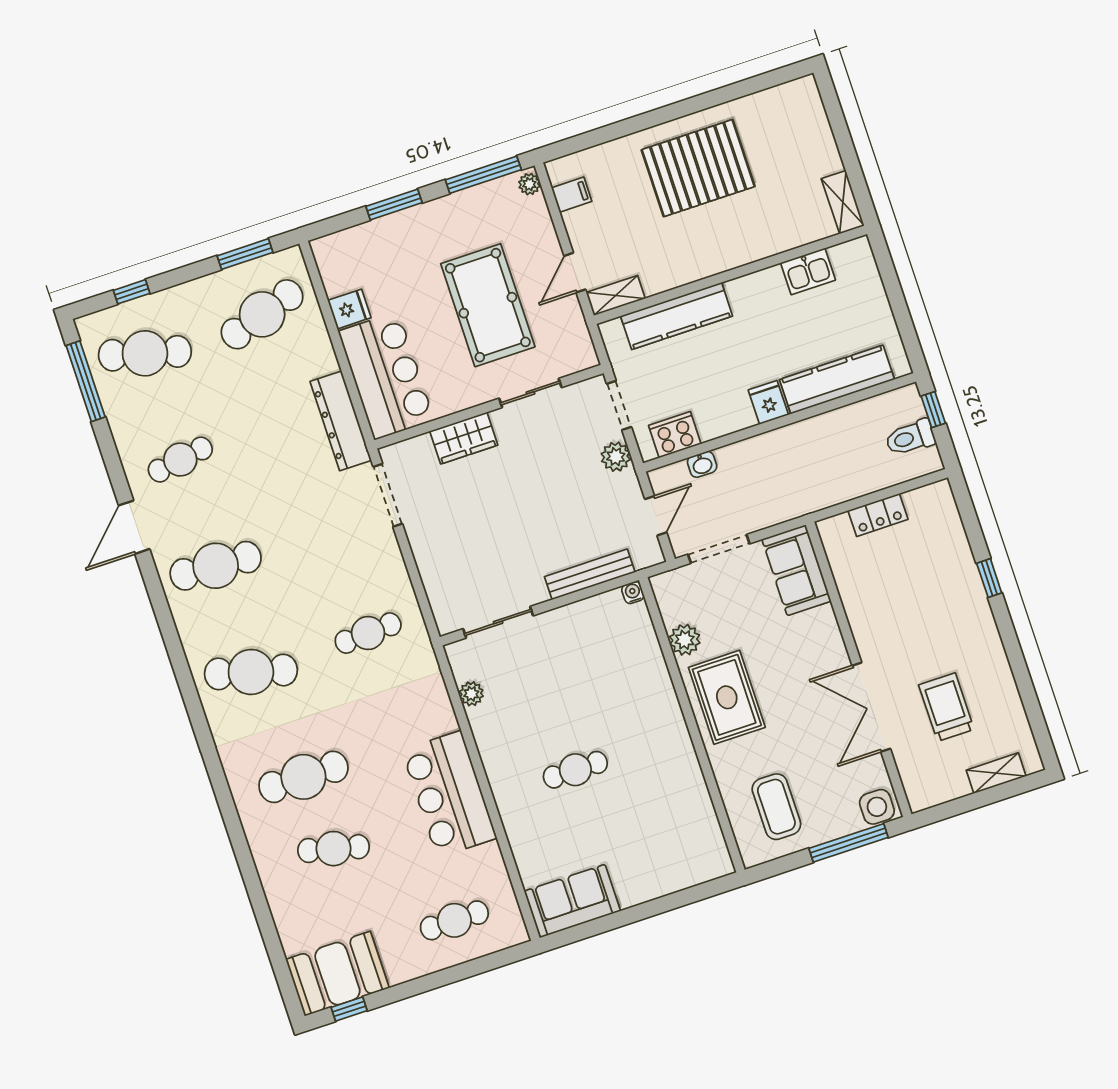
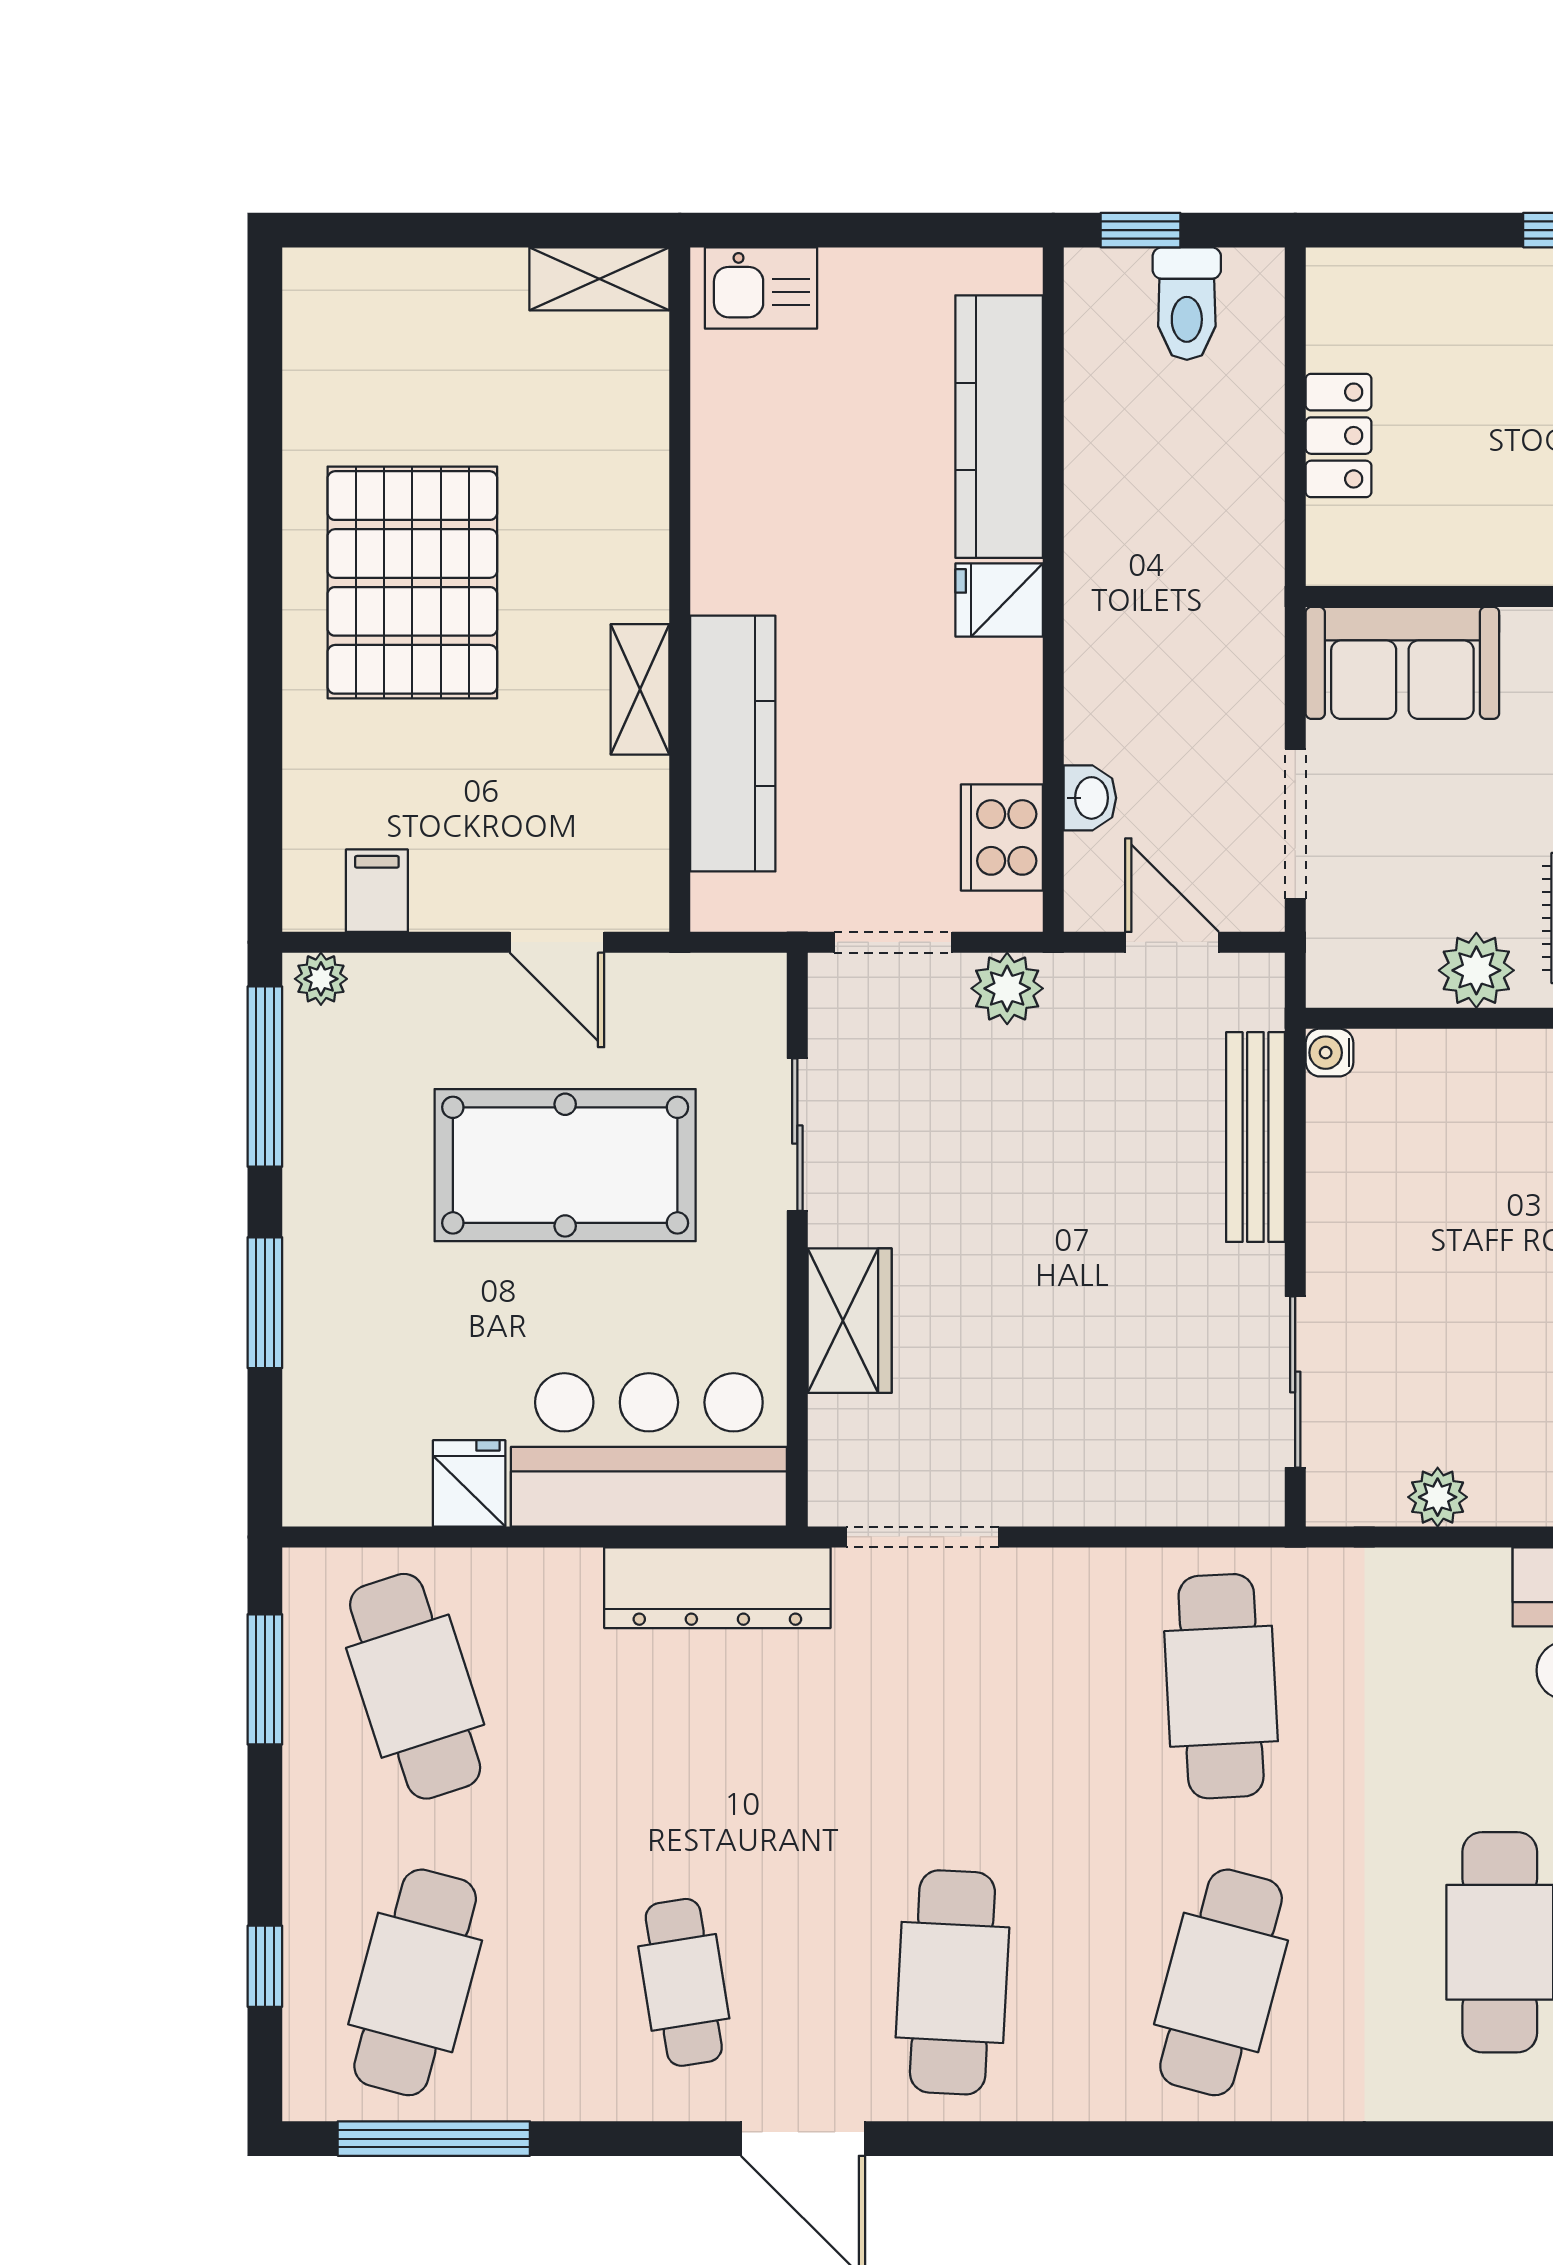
kitchen sink: (808, 271) -> (761, 288), moved, turned 90
shelving: (616, 295) -> (640, 689), moved
cafe table: (368, 633) -> (1221, 1686), width x1.37, depth x1.35

